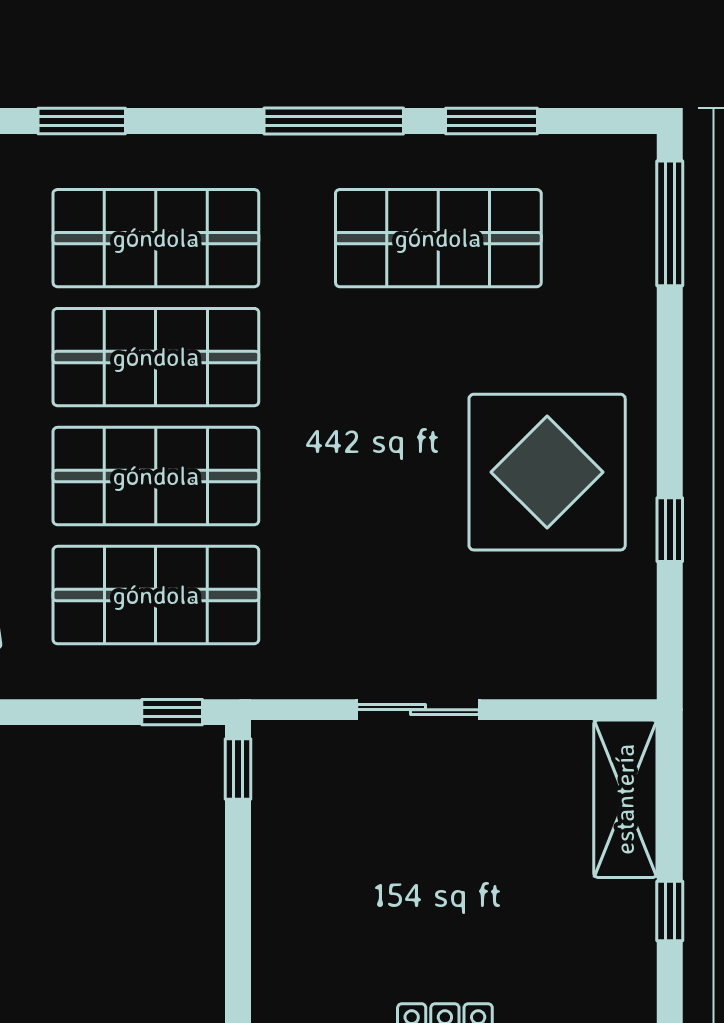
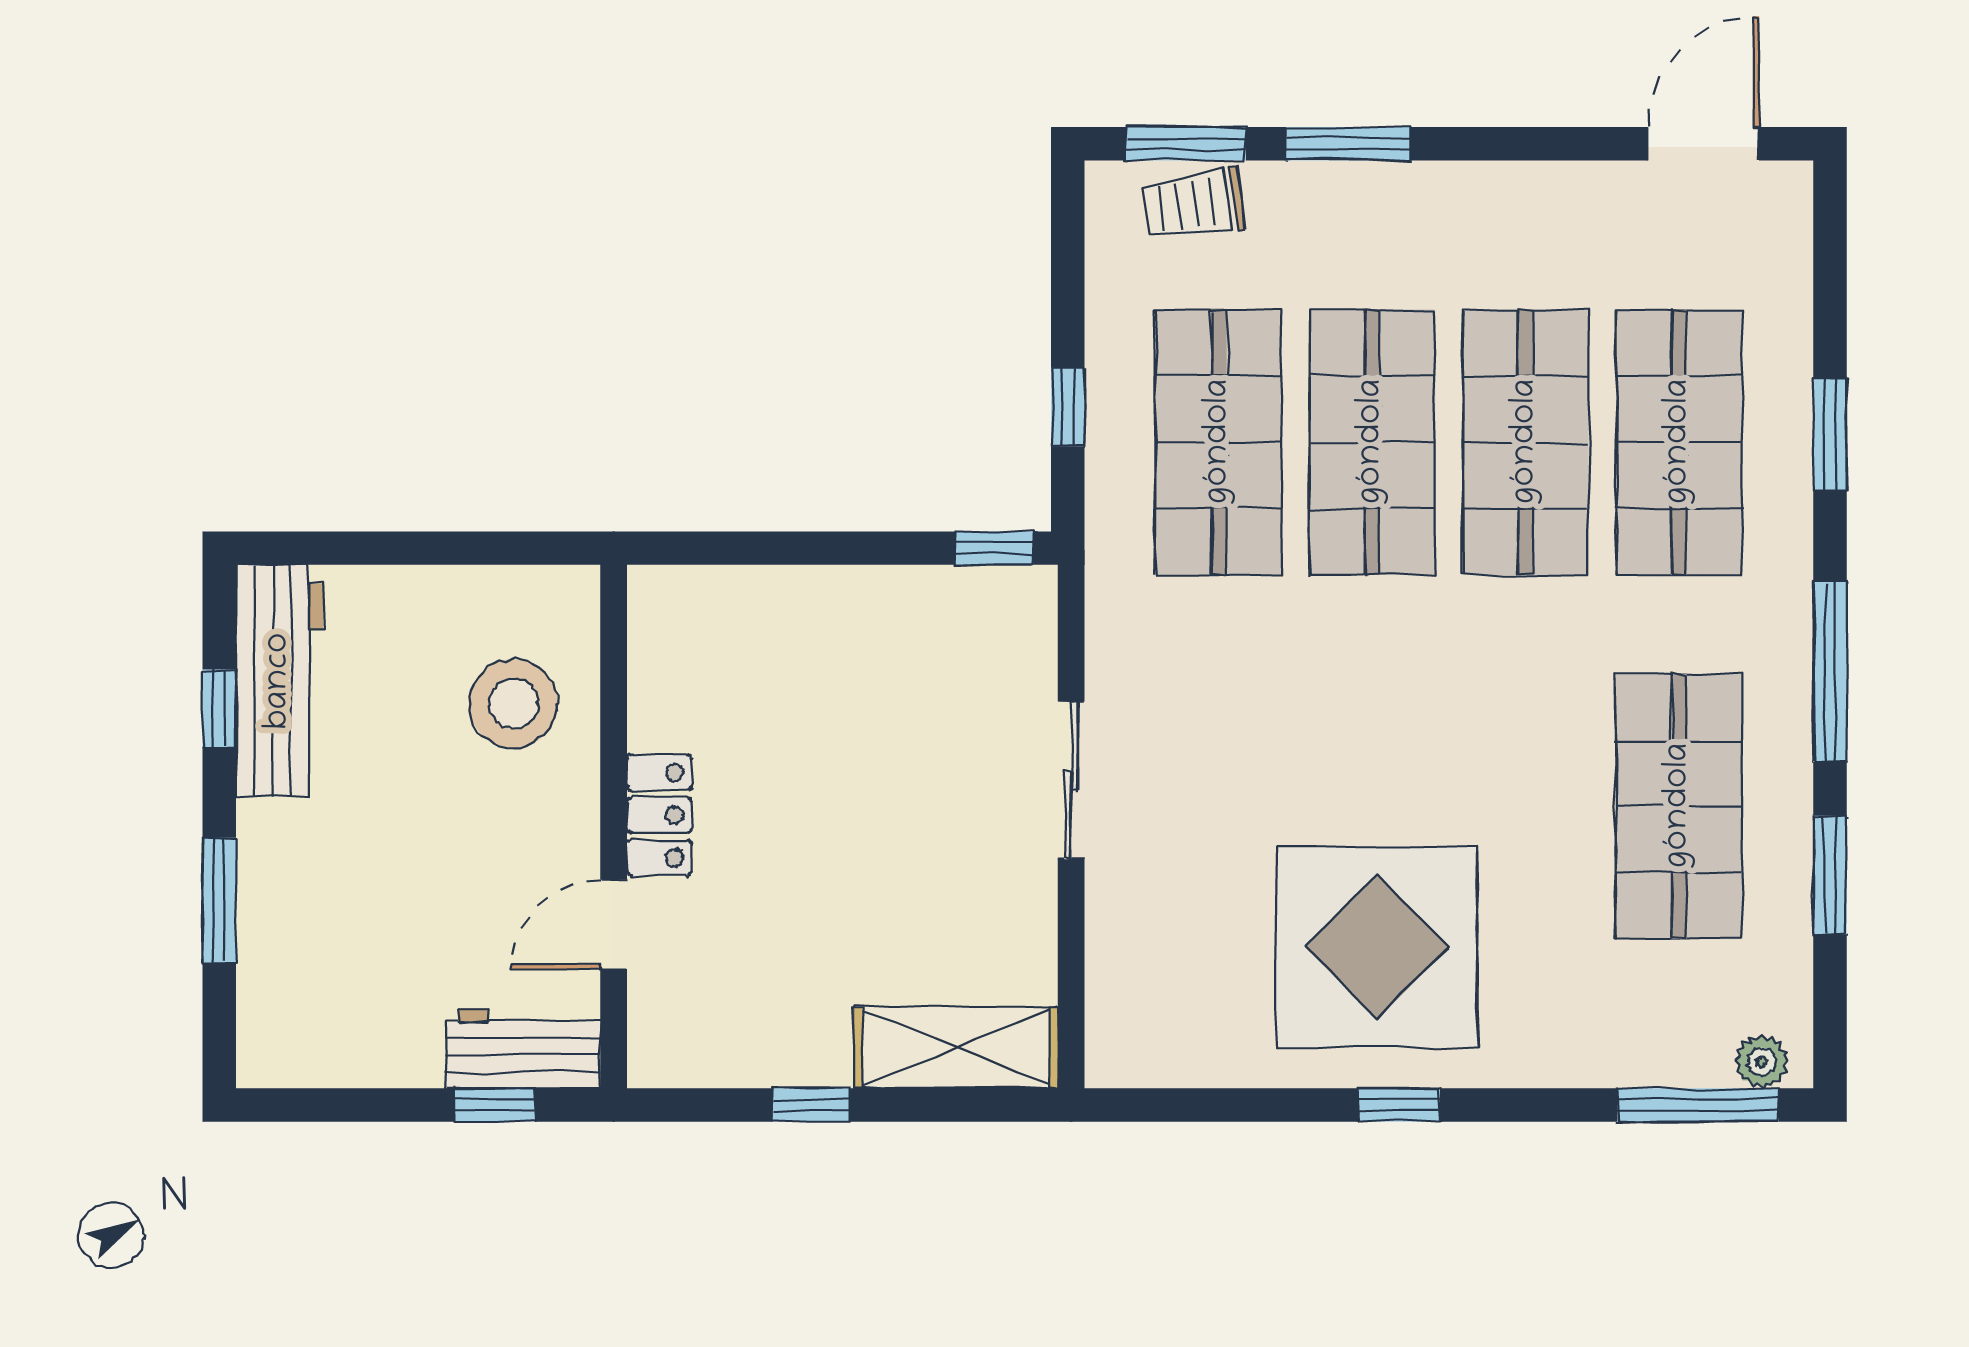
window: (82, 121) -> (1830, 434), moved
plant: (636, 174) -> (1762, 1062), added
window: (670, 530) -> (1399, 1105), moved
window: (172, 712) -> (1068, 407), moved

